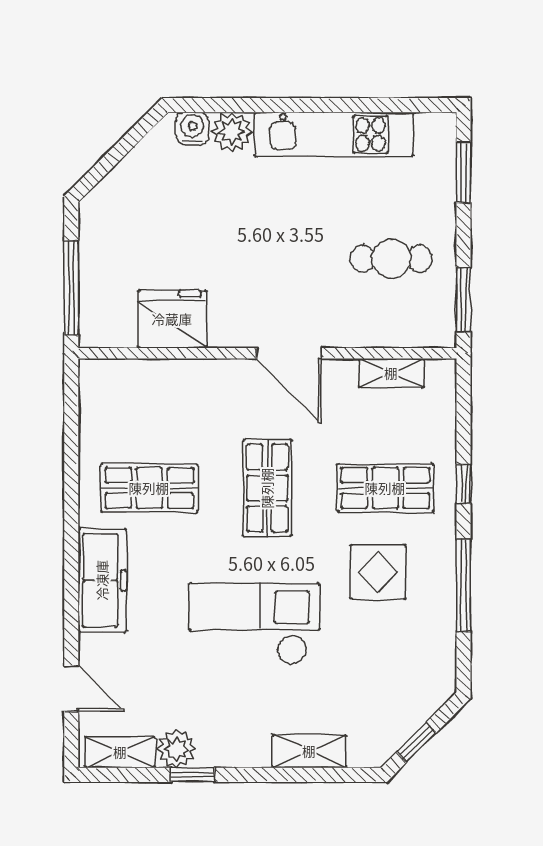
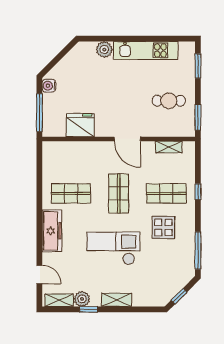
water cooler: (192, 129) -> (49, 86), moved, turned -90
window: (463, 585) -> (198, 250), moved
shelving: (309, 751) -> (116, 300), moved

